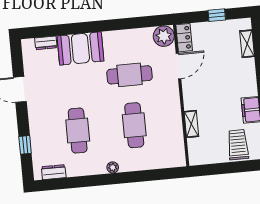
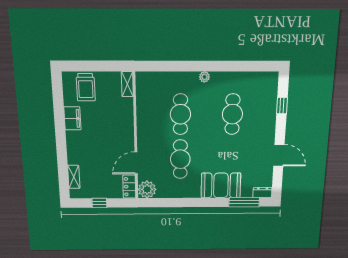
window: (51, 31) -> (244, 202), added
dresser: (46, 43) -> (262, 192), moved
cafe table: (129, 75) -> (180, 159), turned 90
shelving: (191, 124) -> (127, 84), moved
dresser: (54, 172) -> (260, 78), removed

